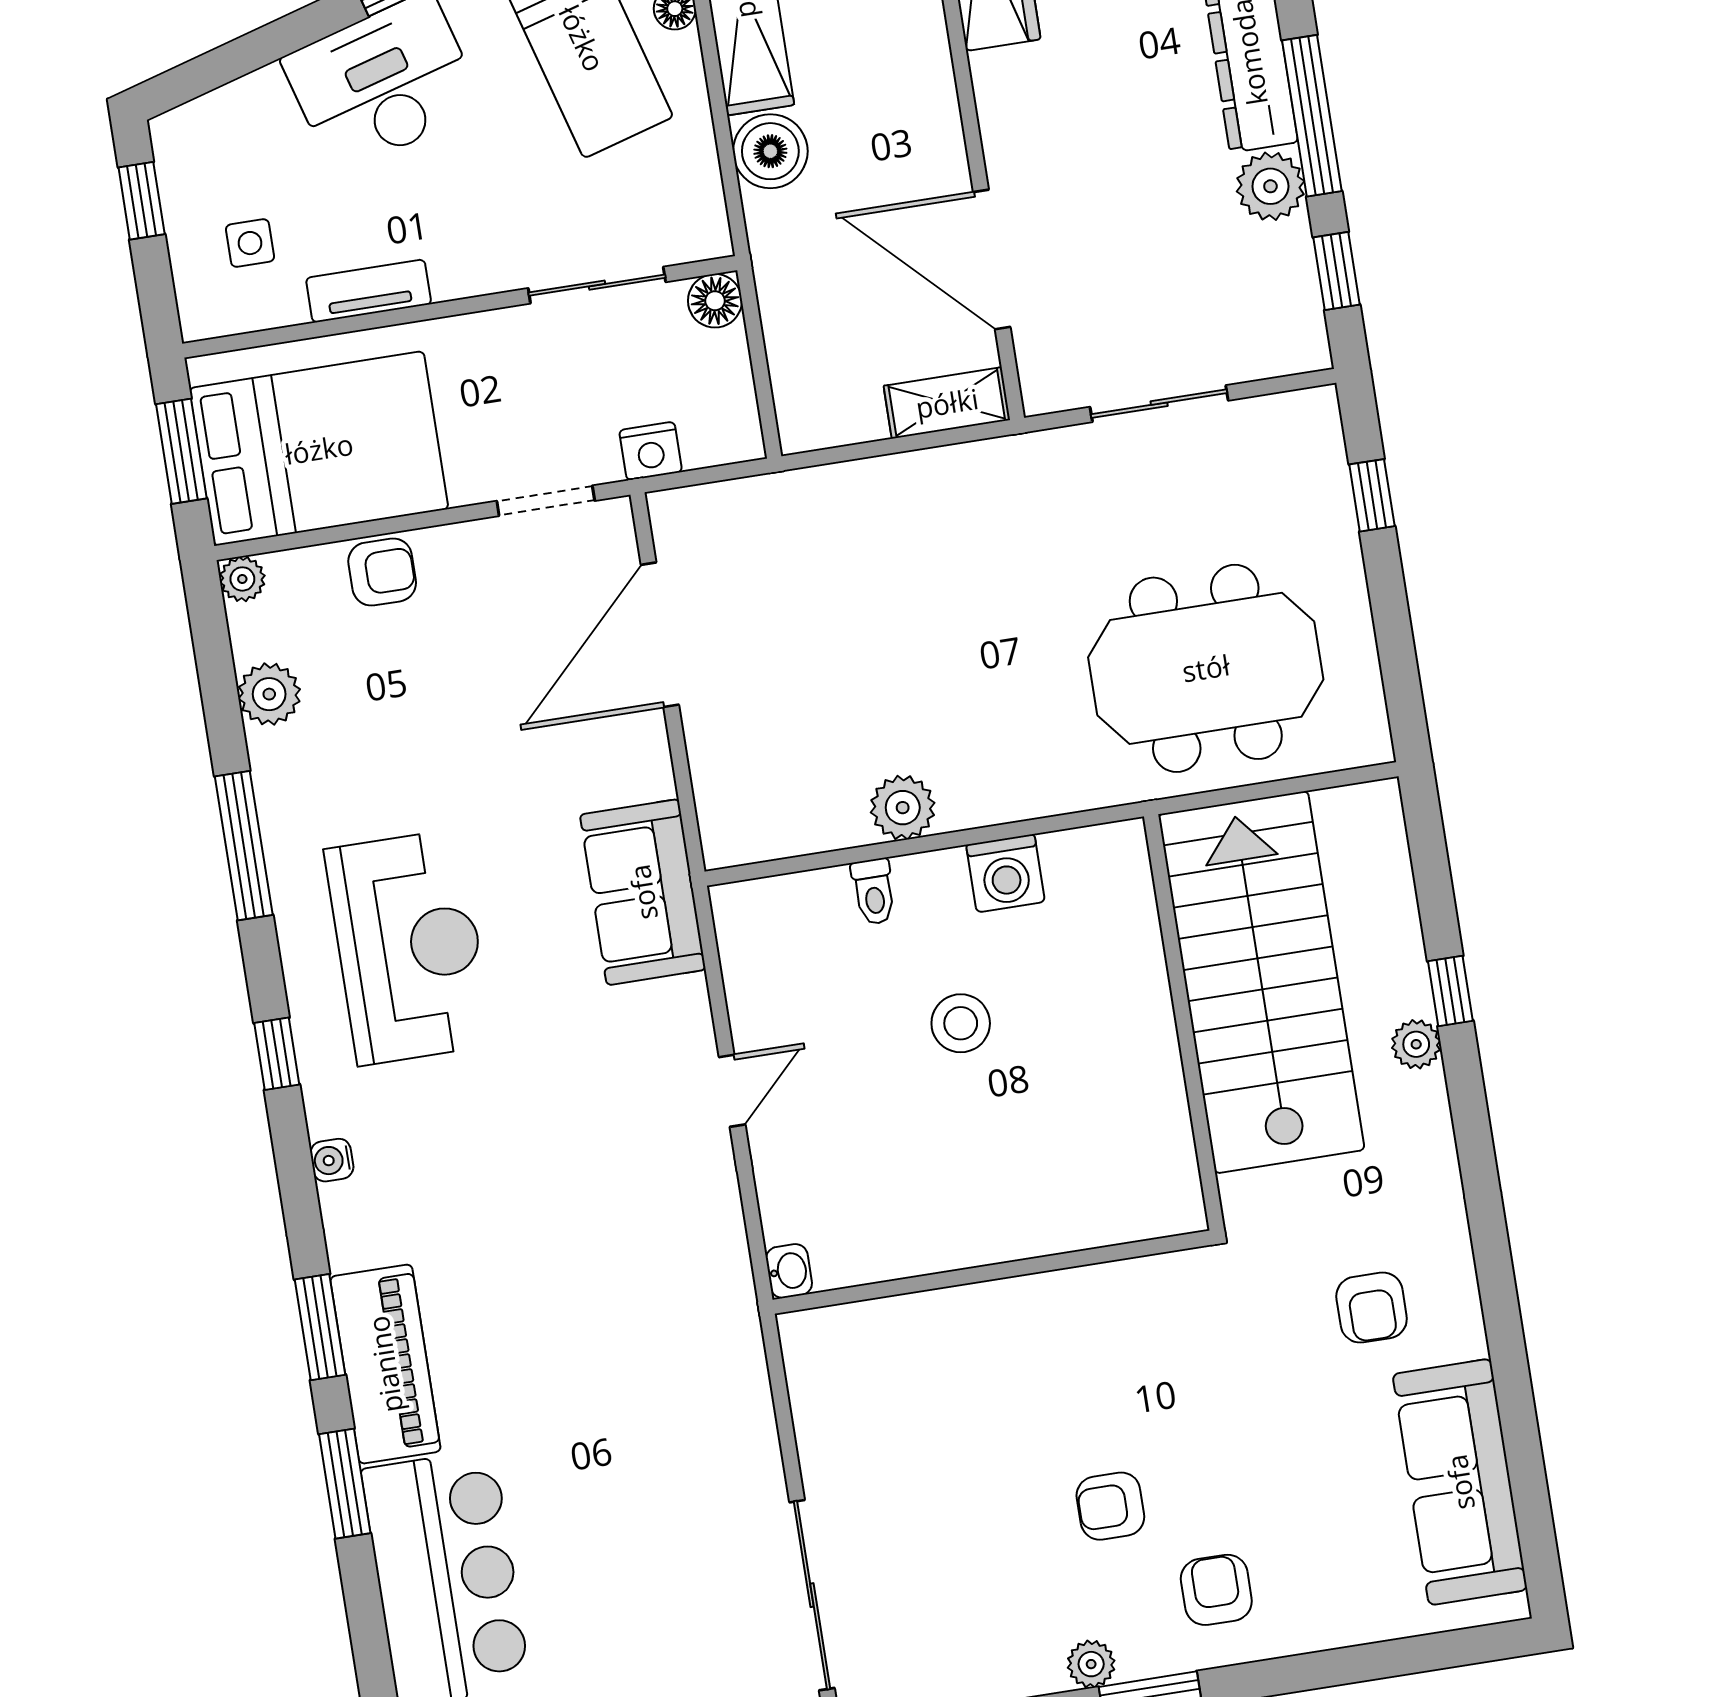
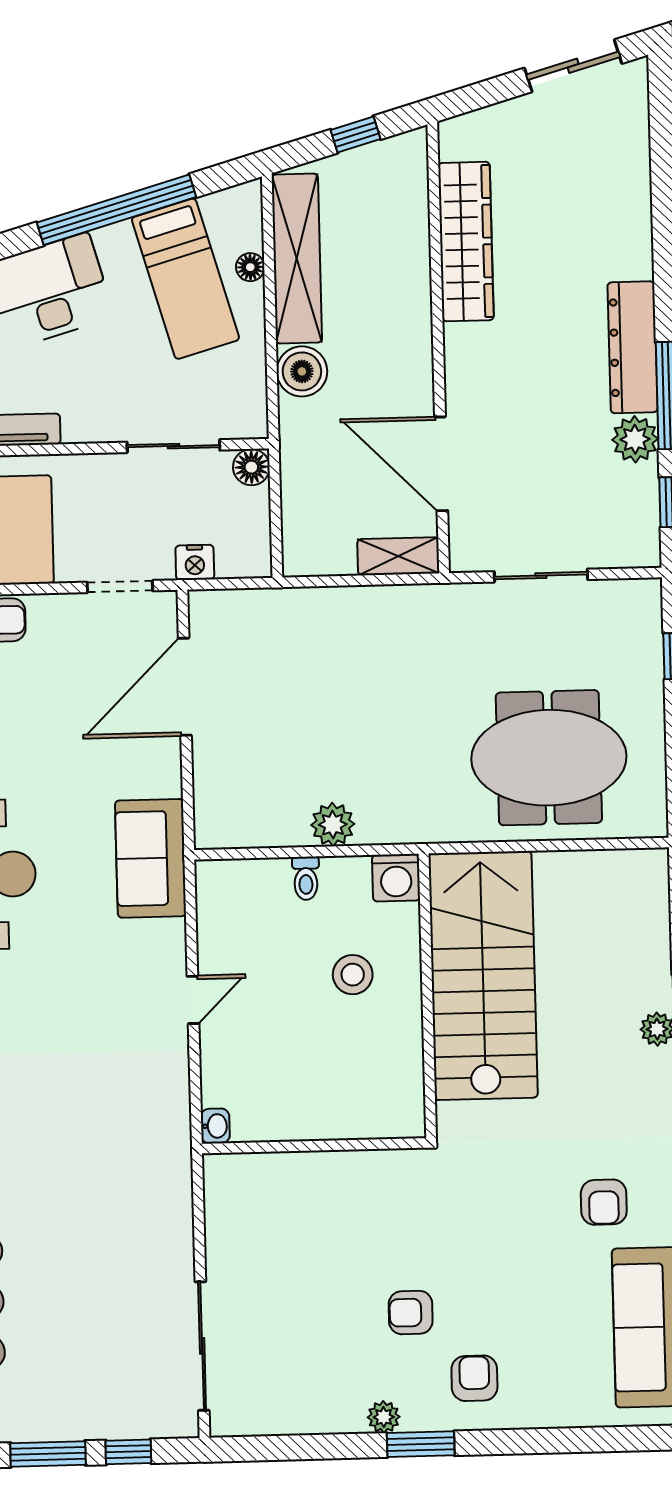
stairs: (1261, 982) -> (483, 976), moved
wall: (1184, 1022) -> (427, 996), moved

